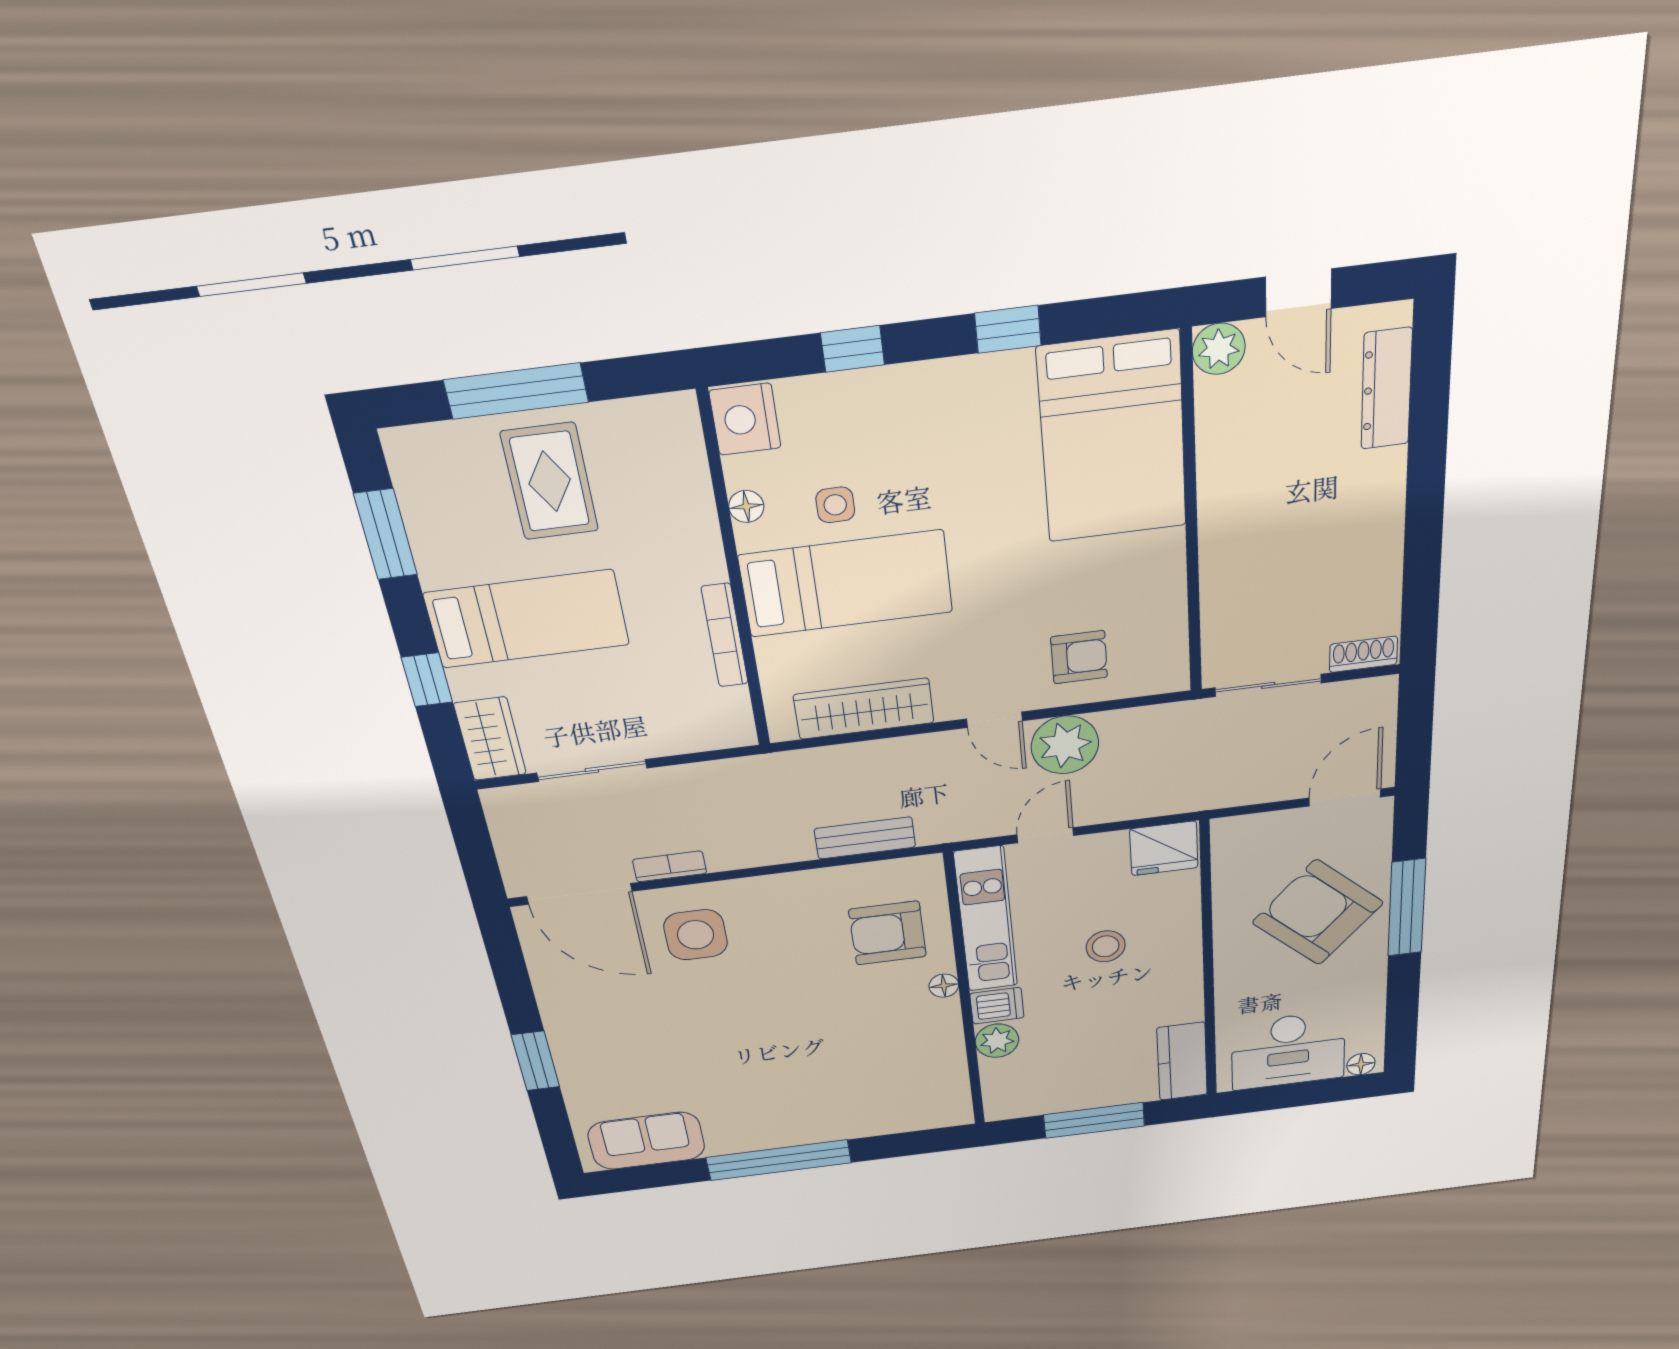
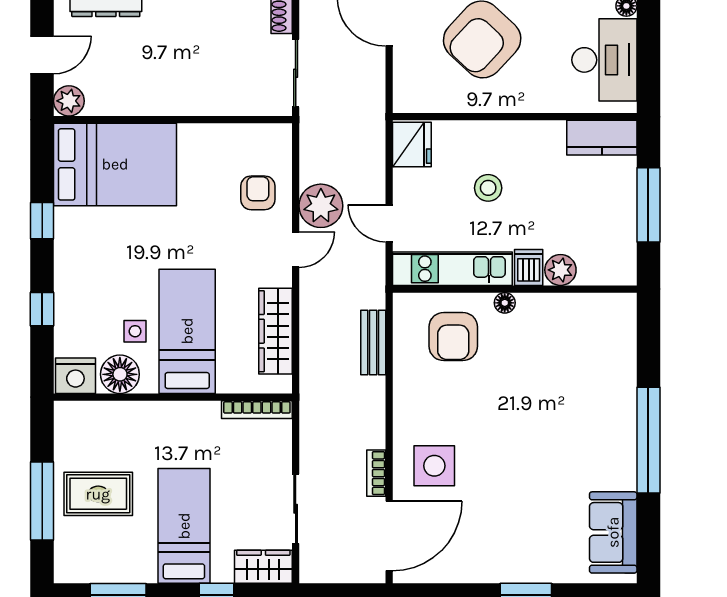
floor lamp: (746, 506) -> (120, 374), width x1.89, depth x1.89
bookcase: (725, 635) -> (257, 410), moved

